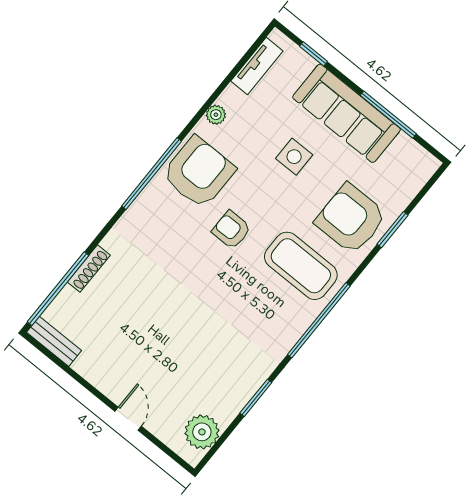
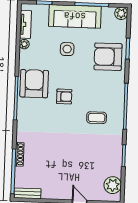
plant: (216, 115) -> (24, 44), moved
plant: (425, 165) -> (121, 13), added
armchair: (231, 230) -> (64, 97), turned 180
coffee table: (301, 266) -> (97, 118), moved, width x0.54, depth x0.58

